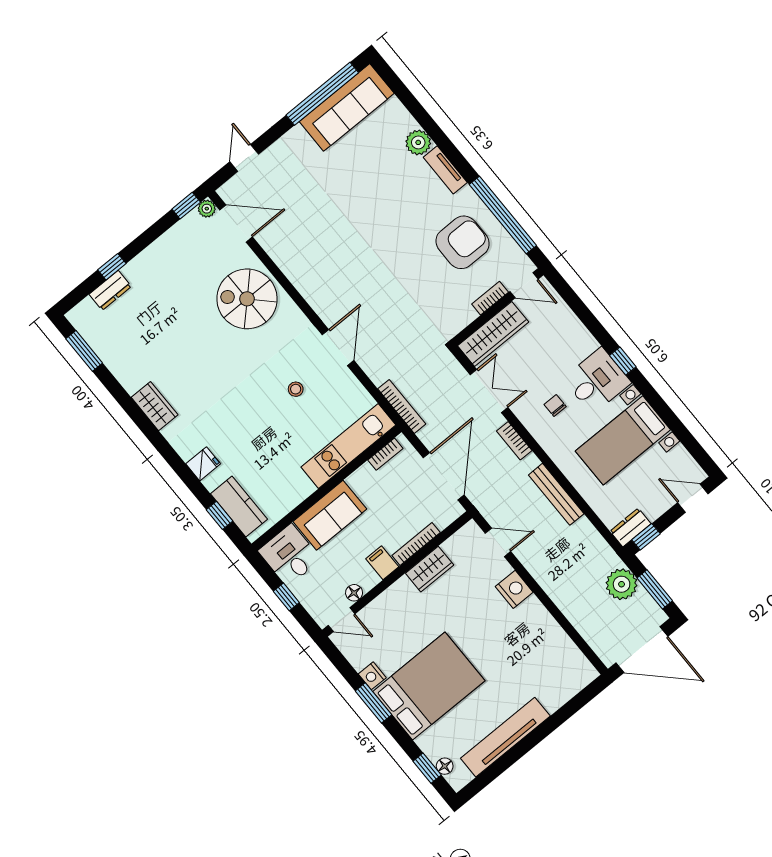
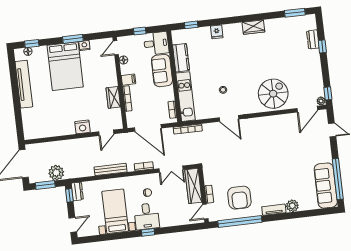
kitchen counter: (239, 507) -> (181, 58), moved, turned -90

